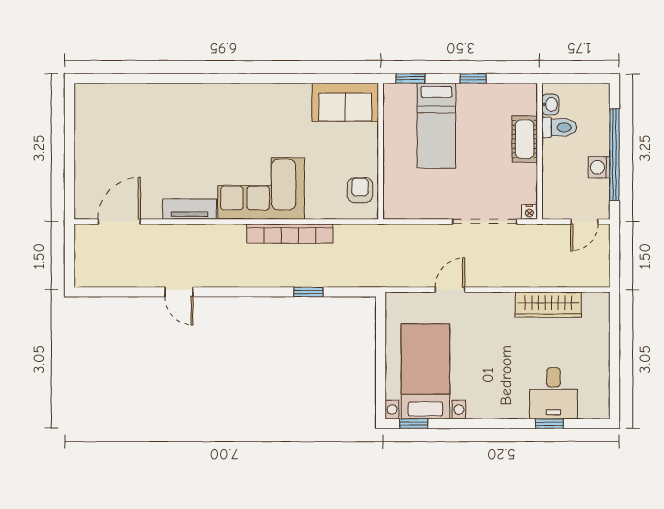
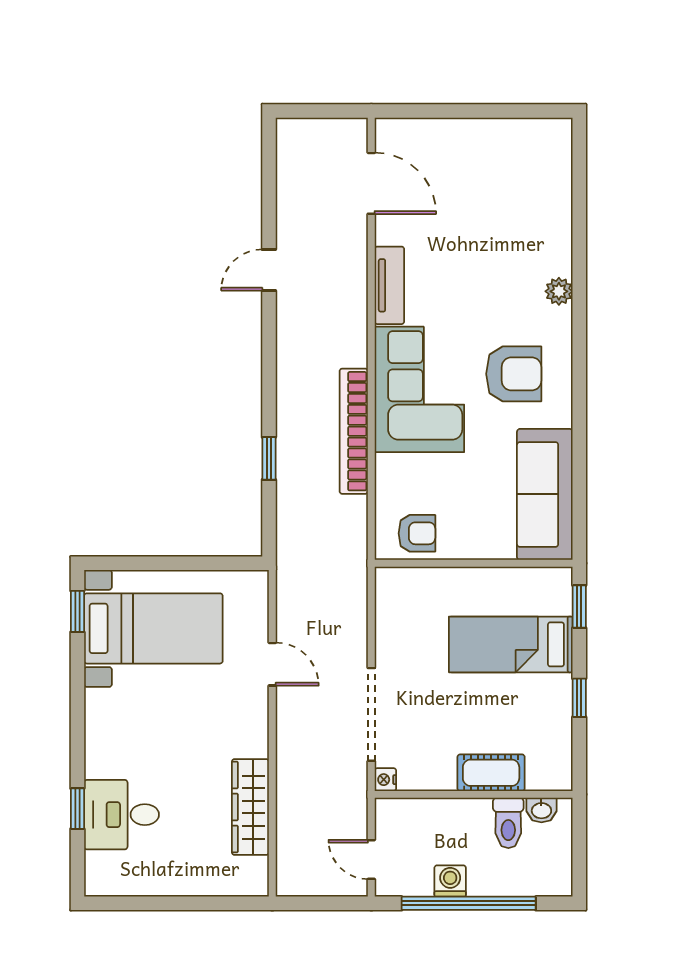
plant: (194, 92) -> (559, 291), added
sofa: (345, 102) -> (545, 494), width x1.36
armchair: (250, 124) -> (514, 374), added

